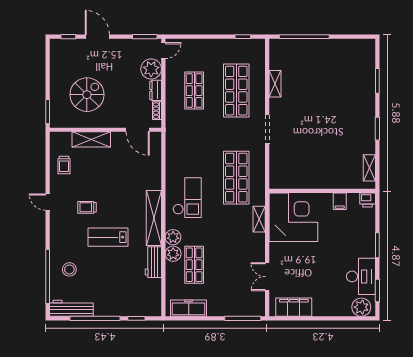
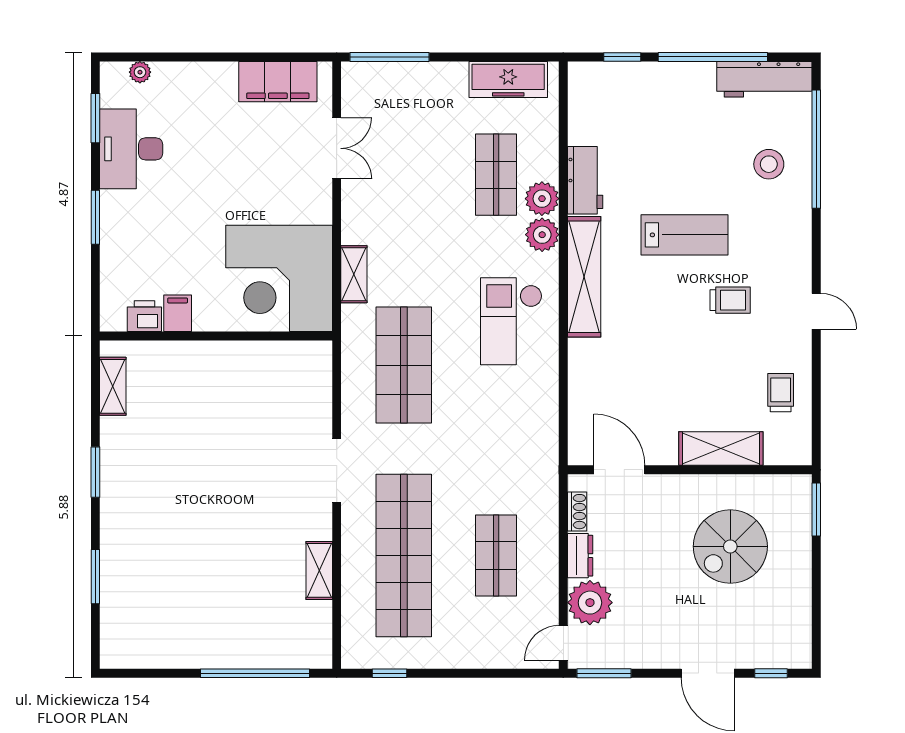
shop shelf: (236, 91) -> (404, 555), width x1.40
printer: (368, 200) -> (144, 316), moved
plant: (361, 307) -> (140, 72), width x0.53, depth x0.53

